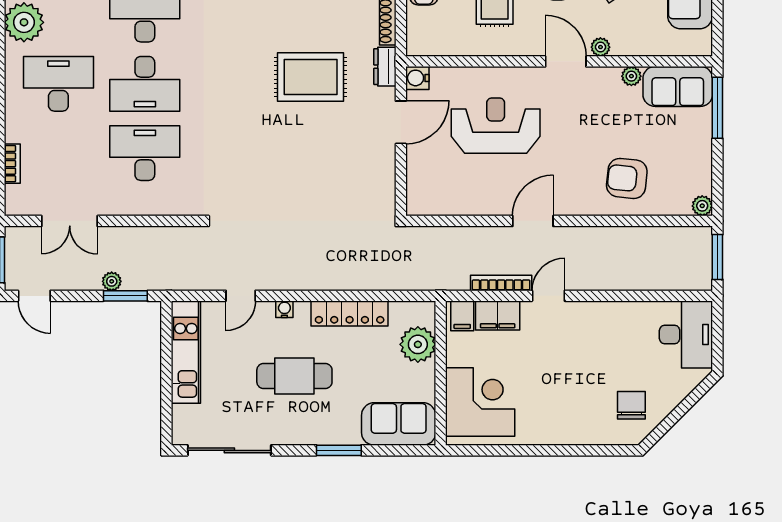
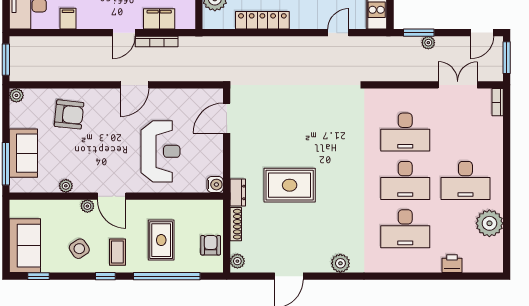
desk: (145, 84) -> (405, 180), turned 180
sofa: (678, 86) -> (23, 153), moved, turned 90
door: (401, 122) -> (227, 118), moved
reception desk: (496, 126) -> (161, 151), turned -90
bookcase: (12, 164) -> (498, 102), moved
door: (34, 296) -> (482, 33), swing flipped
water cooler: (284, 309) -> (308, 23), removed
filing cabinet: (462, 316) -> (68, 19), moved

